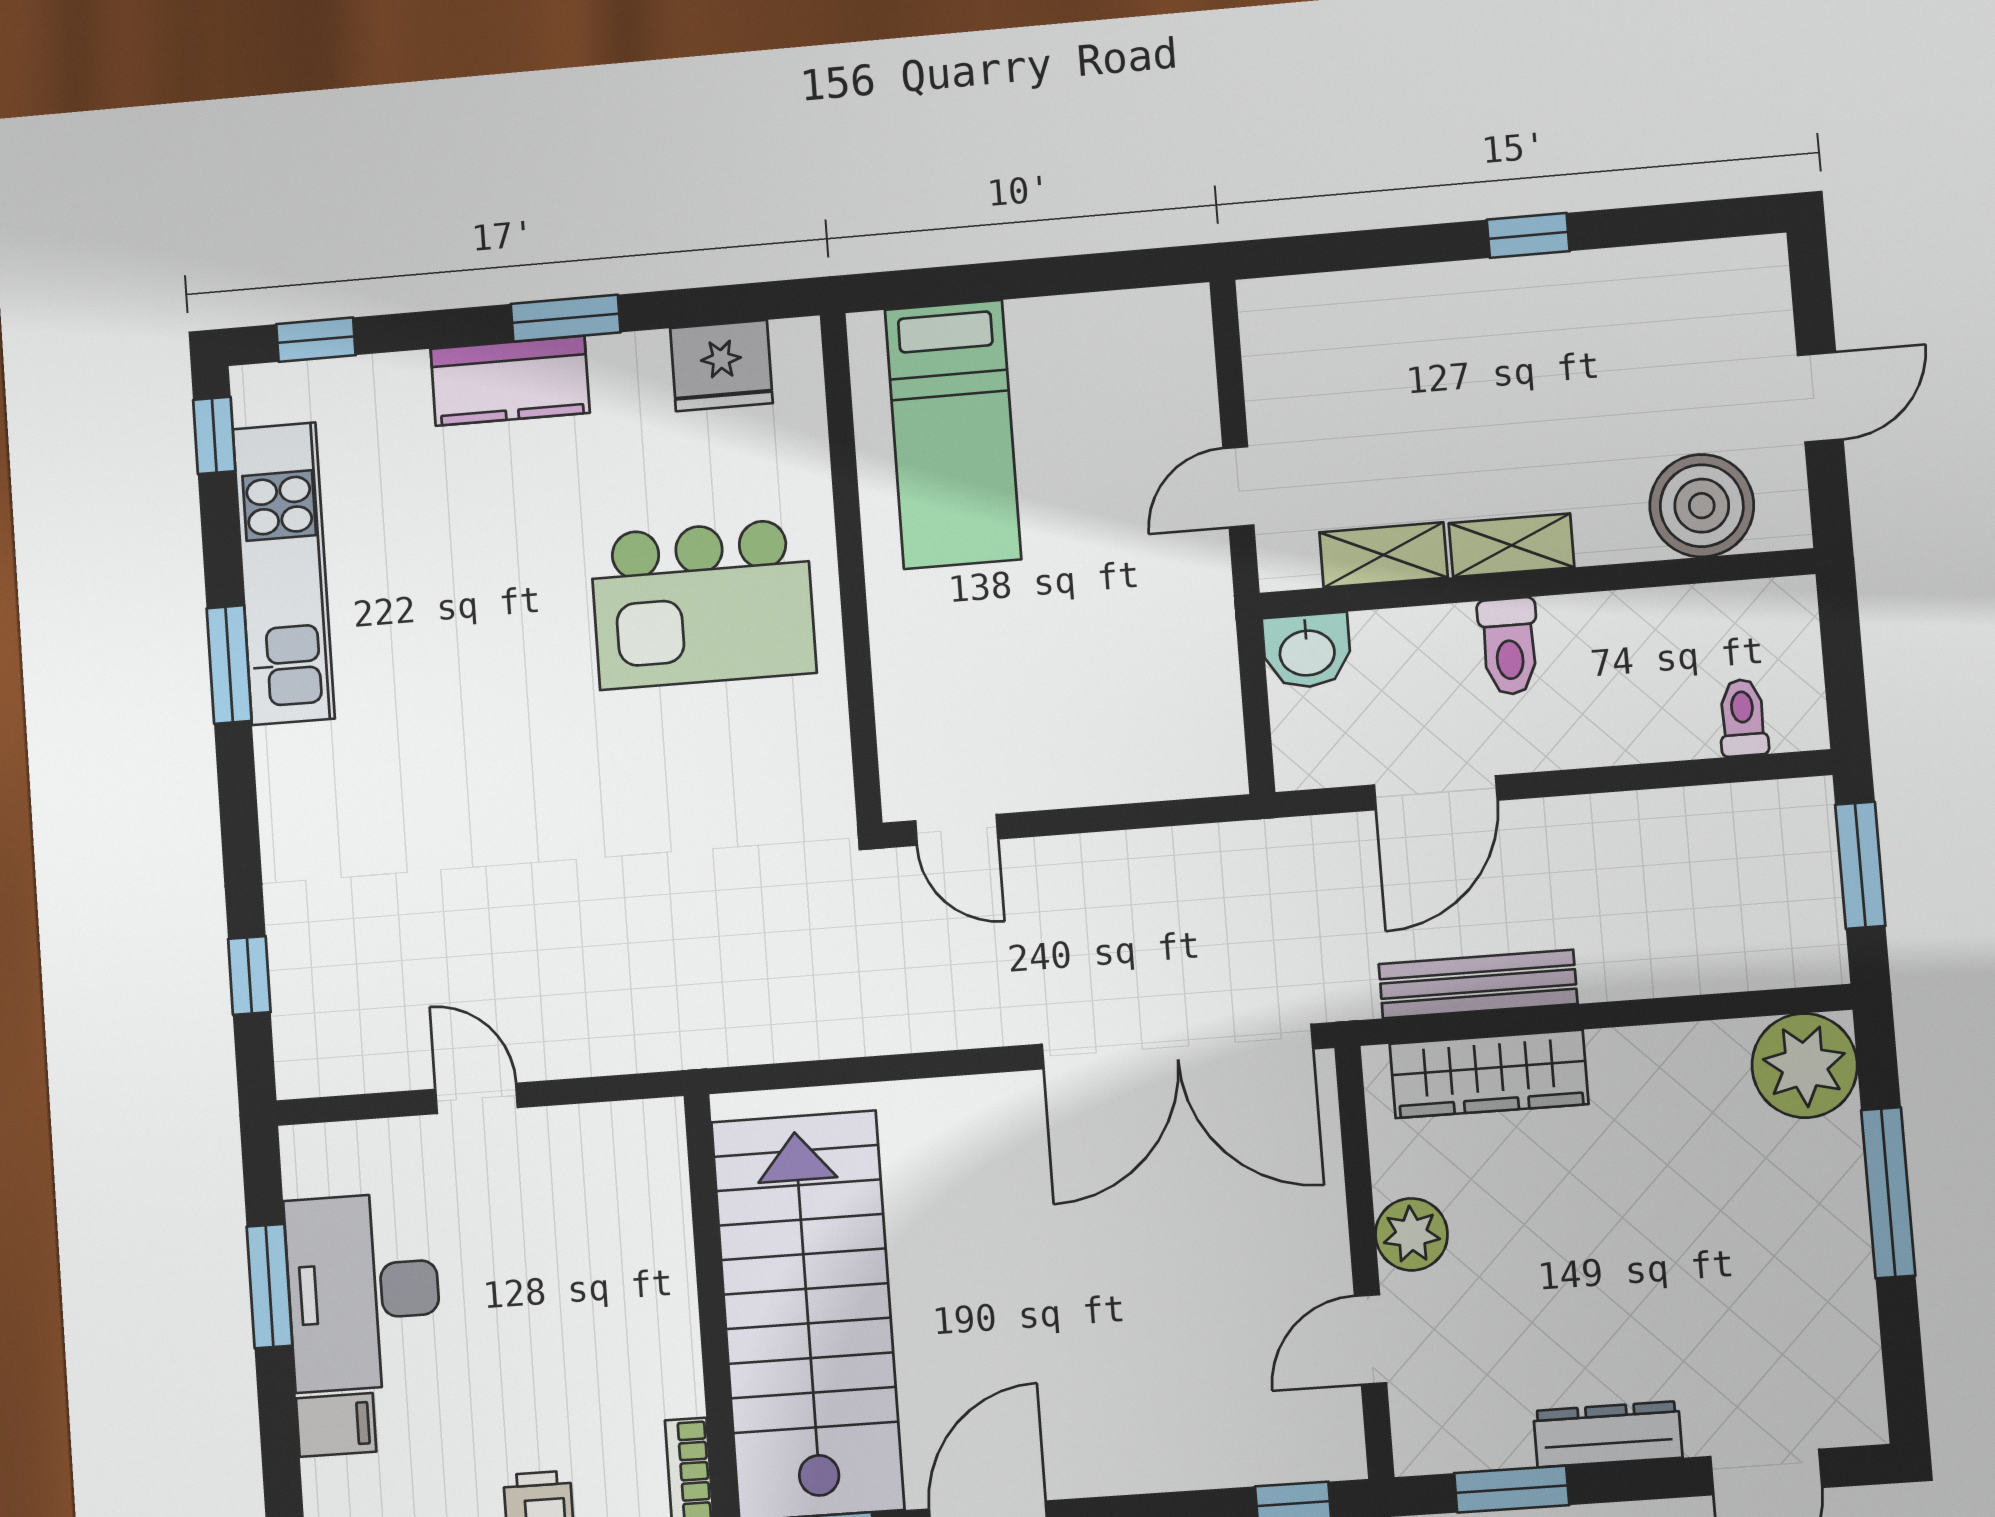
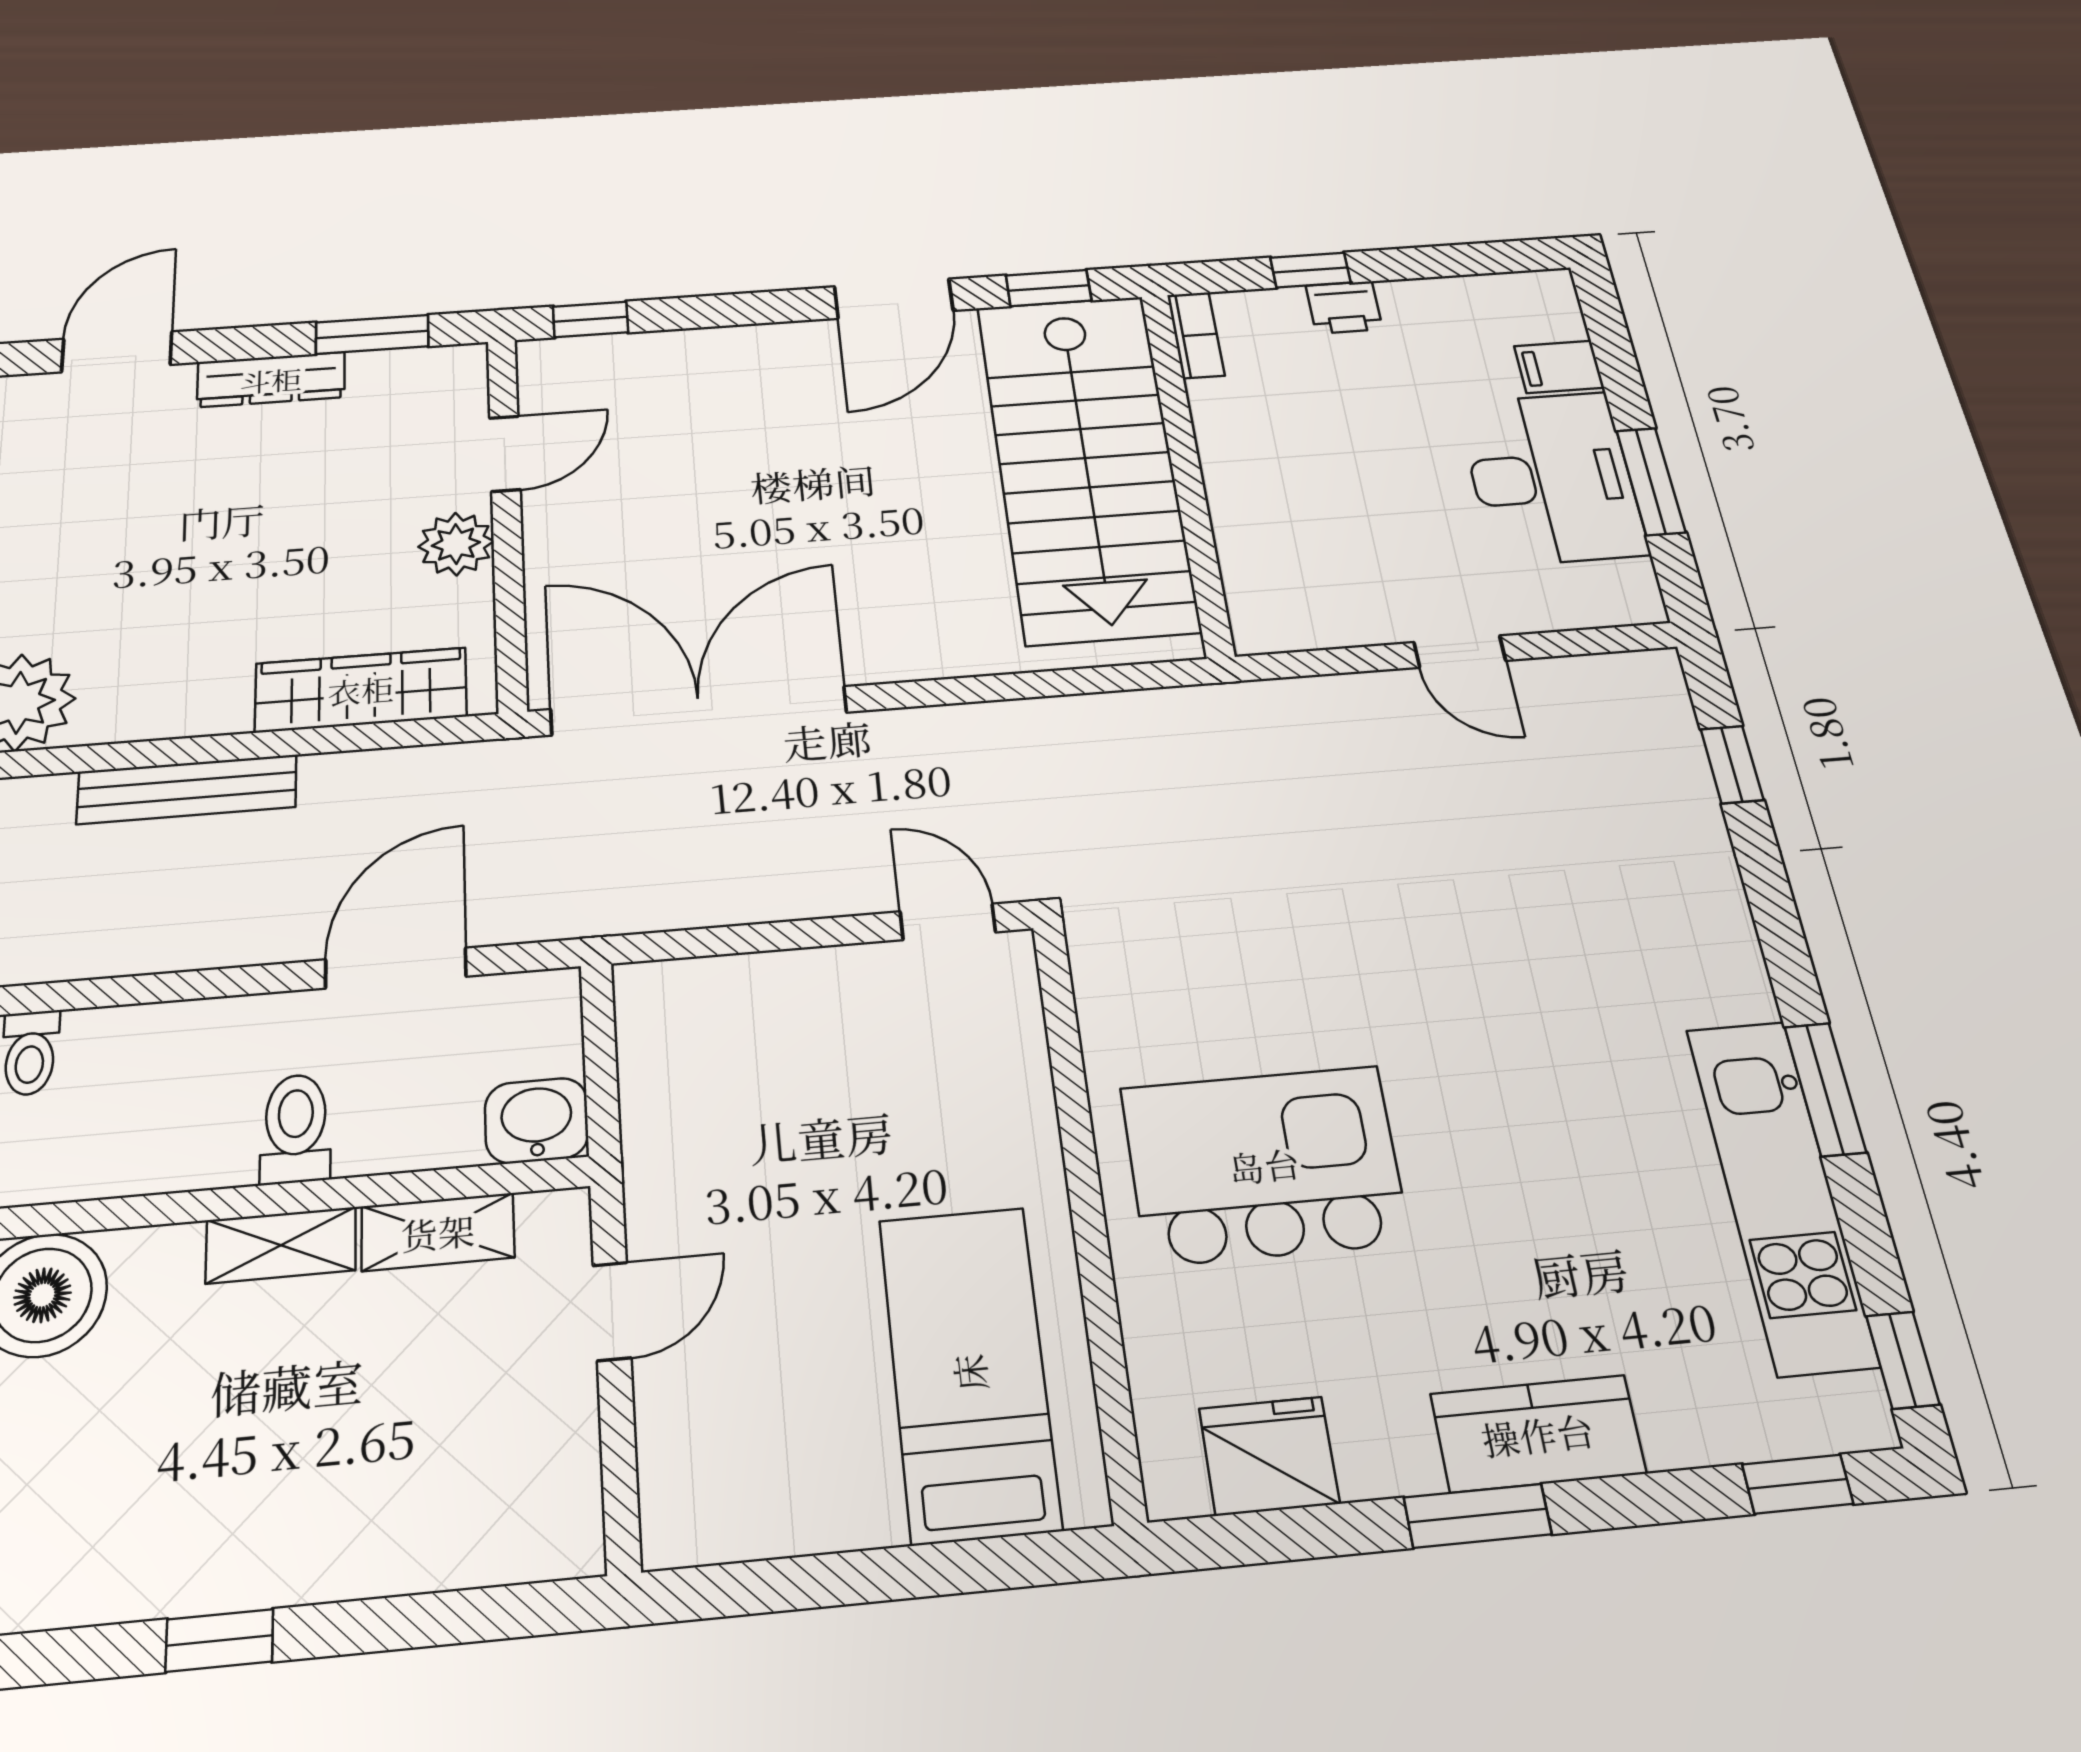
bench: (1478, 984) -> (187, 789), moved

